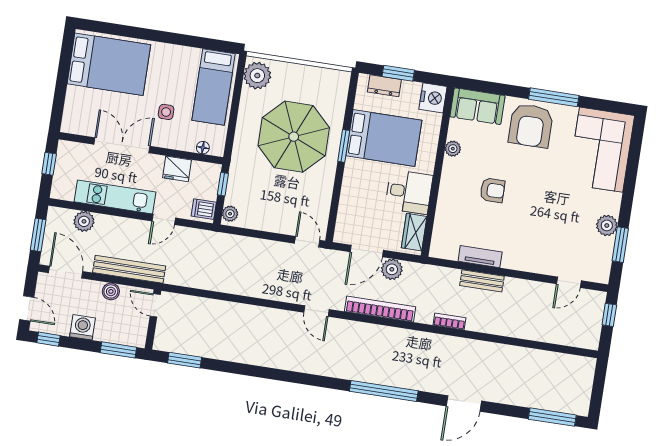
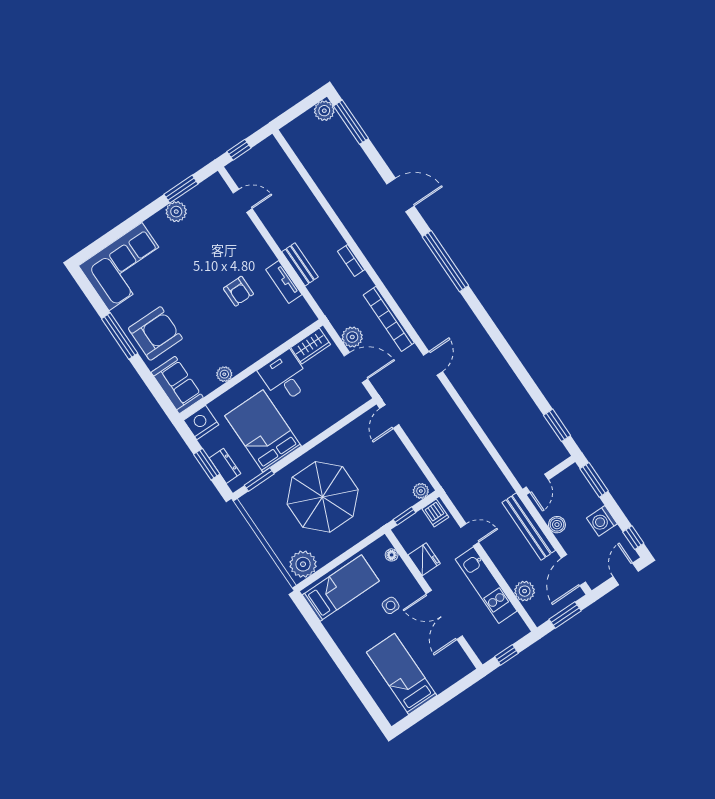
bed: (109, 64) -> (402, 674), width x0.67
window: (344, 146) -> (259, 479), moved
armchair: (492, 190) -> (238, 291), moved, turned 180
plant: (579, 405) -> (324, 111), added

